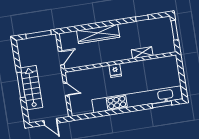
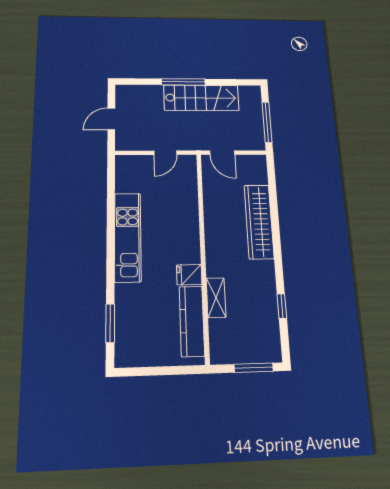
kitchen counter: (156, 64) -> (192, 321), added
fridge: (115, 71) -> (189, 275), moved
stairs: (31, 88) -> (201, 98), moved
kitchen unit: (137, 99) -> (128, 237), width x0.54

